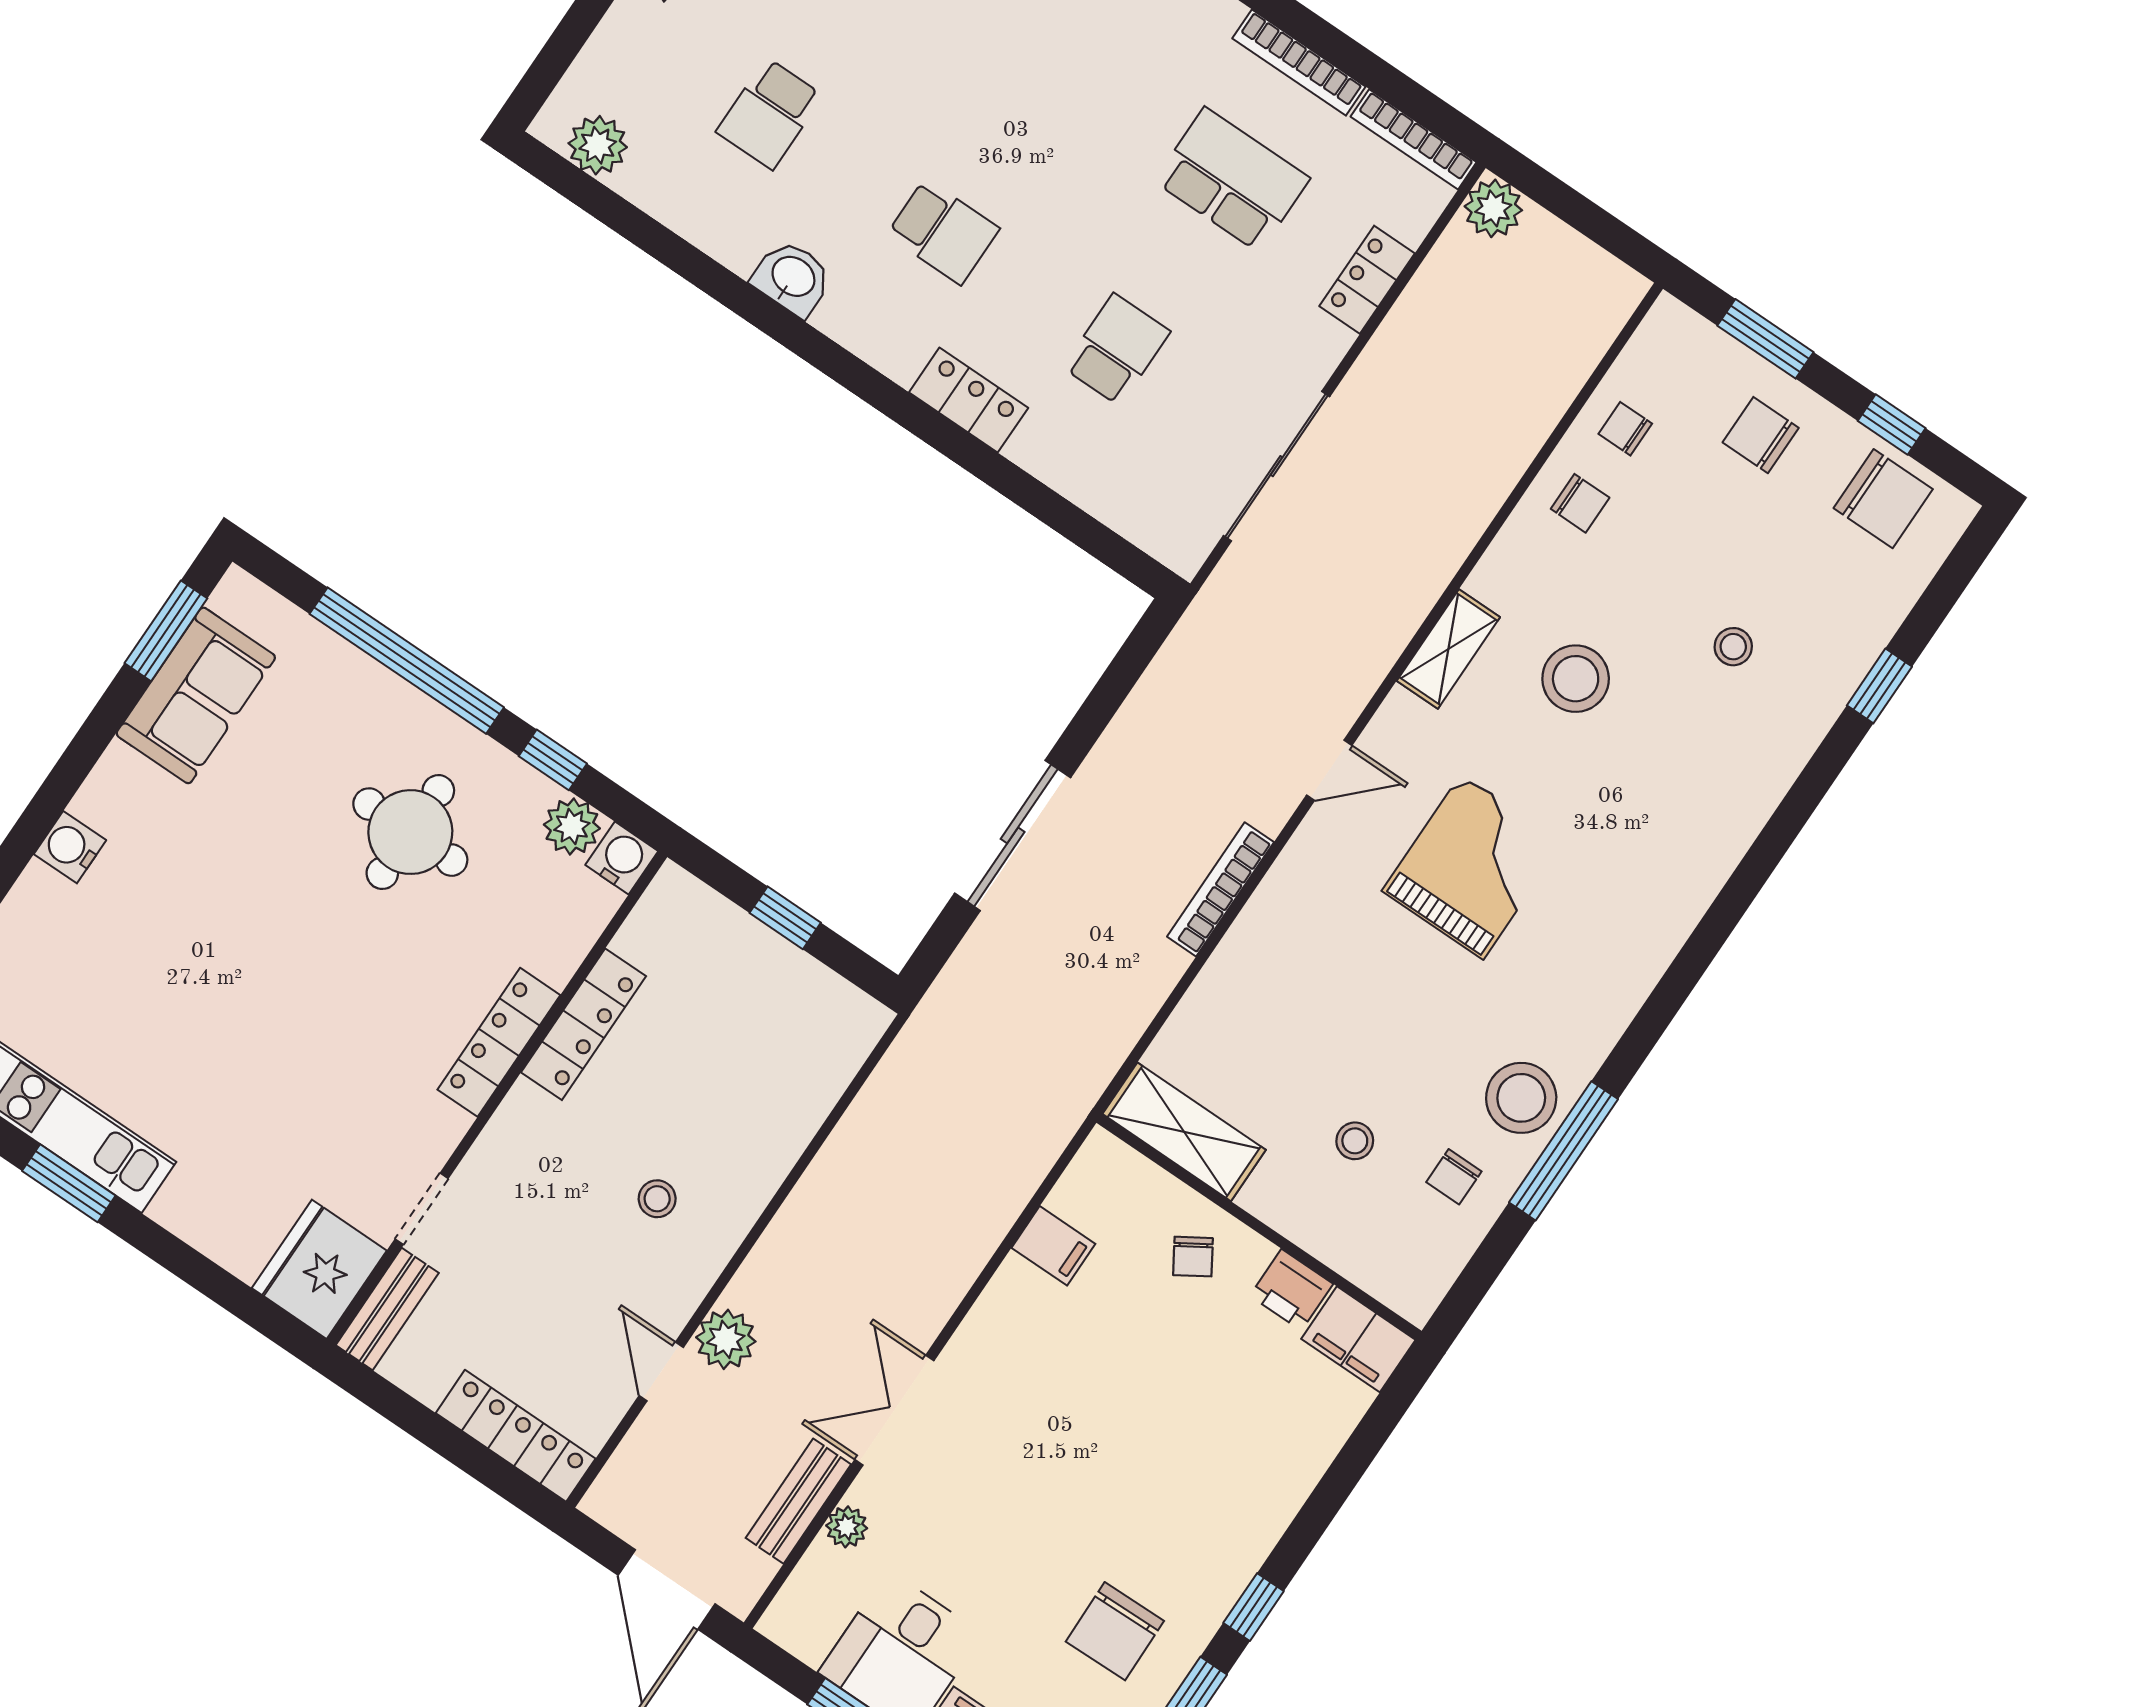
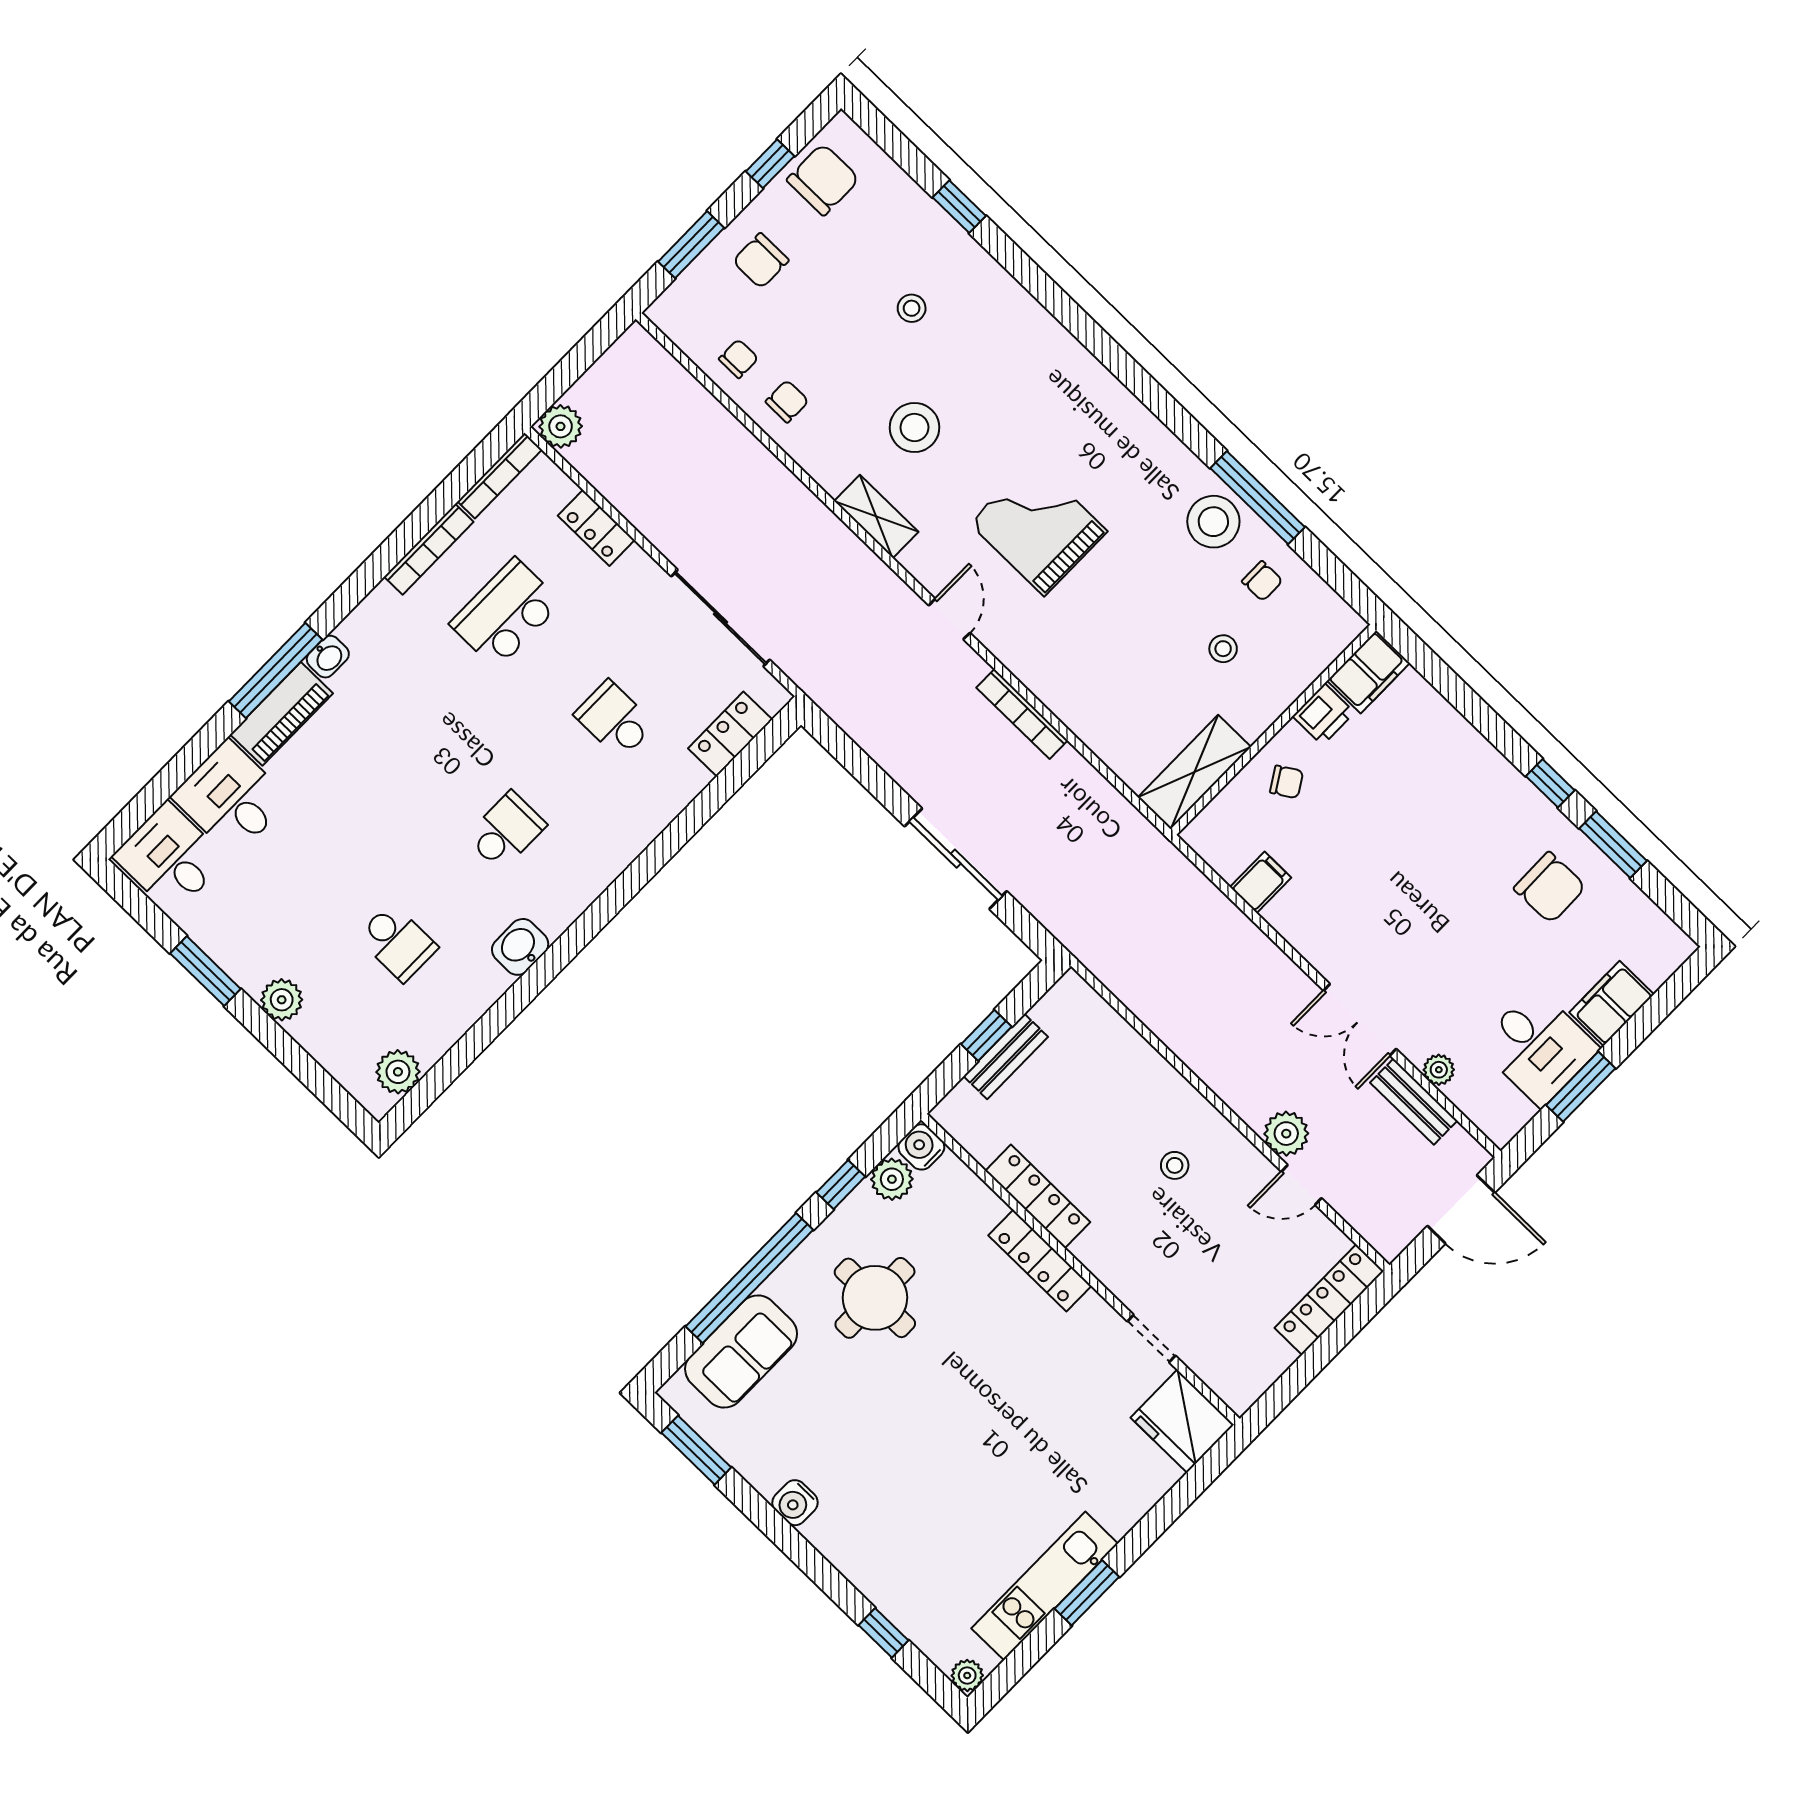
locker: (969, 400) -> (730, 734), moved
chair: (1625, 429) -> (739, 359), turned 180
sofa: (196, 695) -> (741, 1352), moved, turned 90
water cooler: (70, 847) -> (795, 1503), moved
bench: (387, 1309) -> (1006, 1056), moved, turned 90

